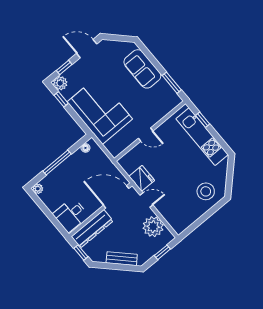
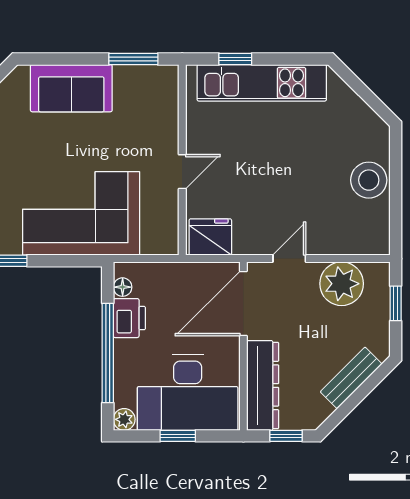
printer: (76, 160) -> (129, 318), added
window: (57, 163) -> (108, 353), width x1.46
fridge: (142, 178) -> (210, 237), moved
stool: (206, 191) -> (369, 180), moved
window: (48, 213) -> (178, 436), added
desk: (71, 215) -> (188, 393), width x1.87, depth x1.30

